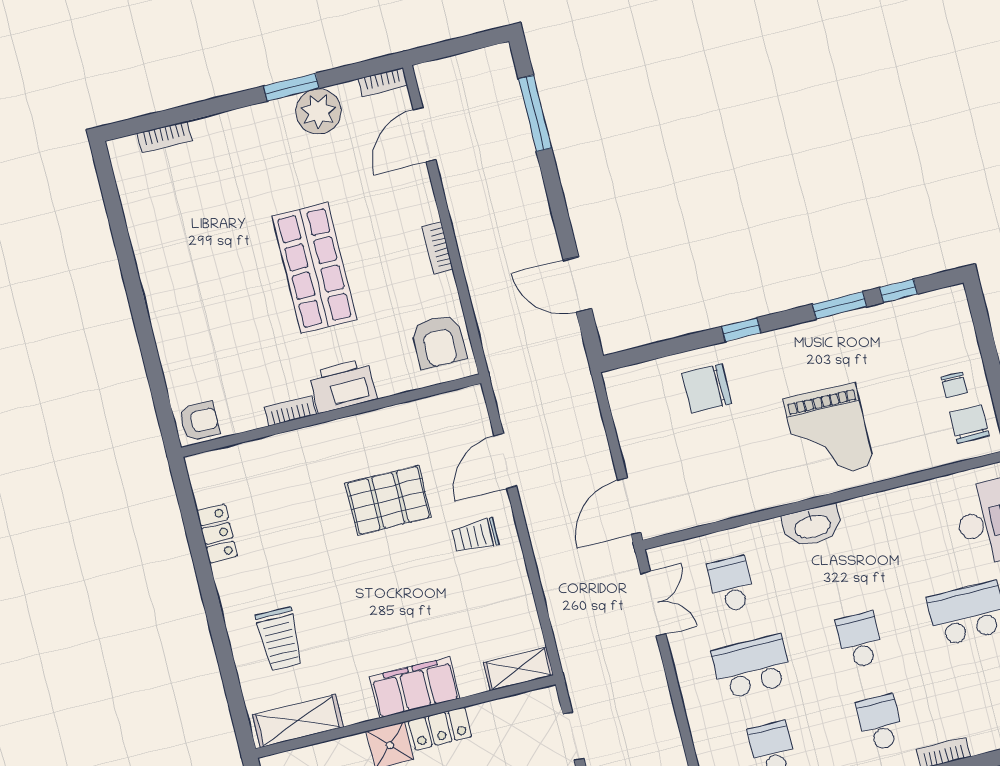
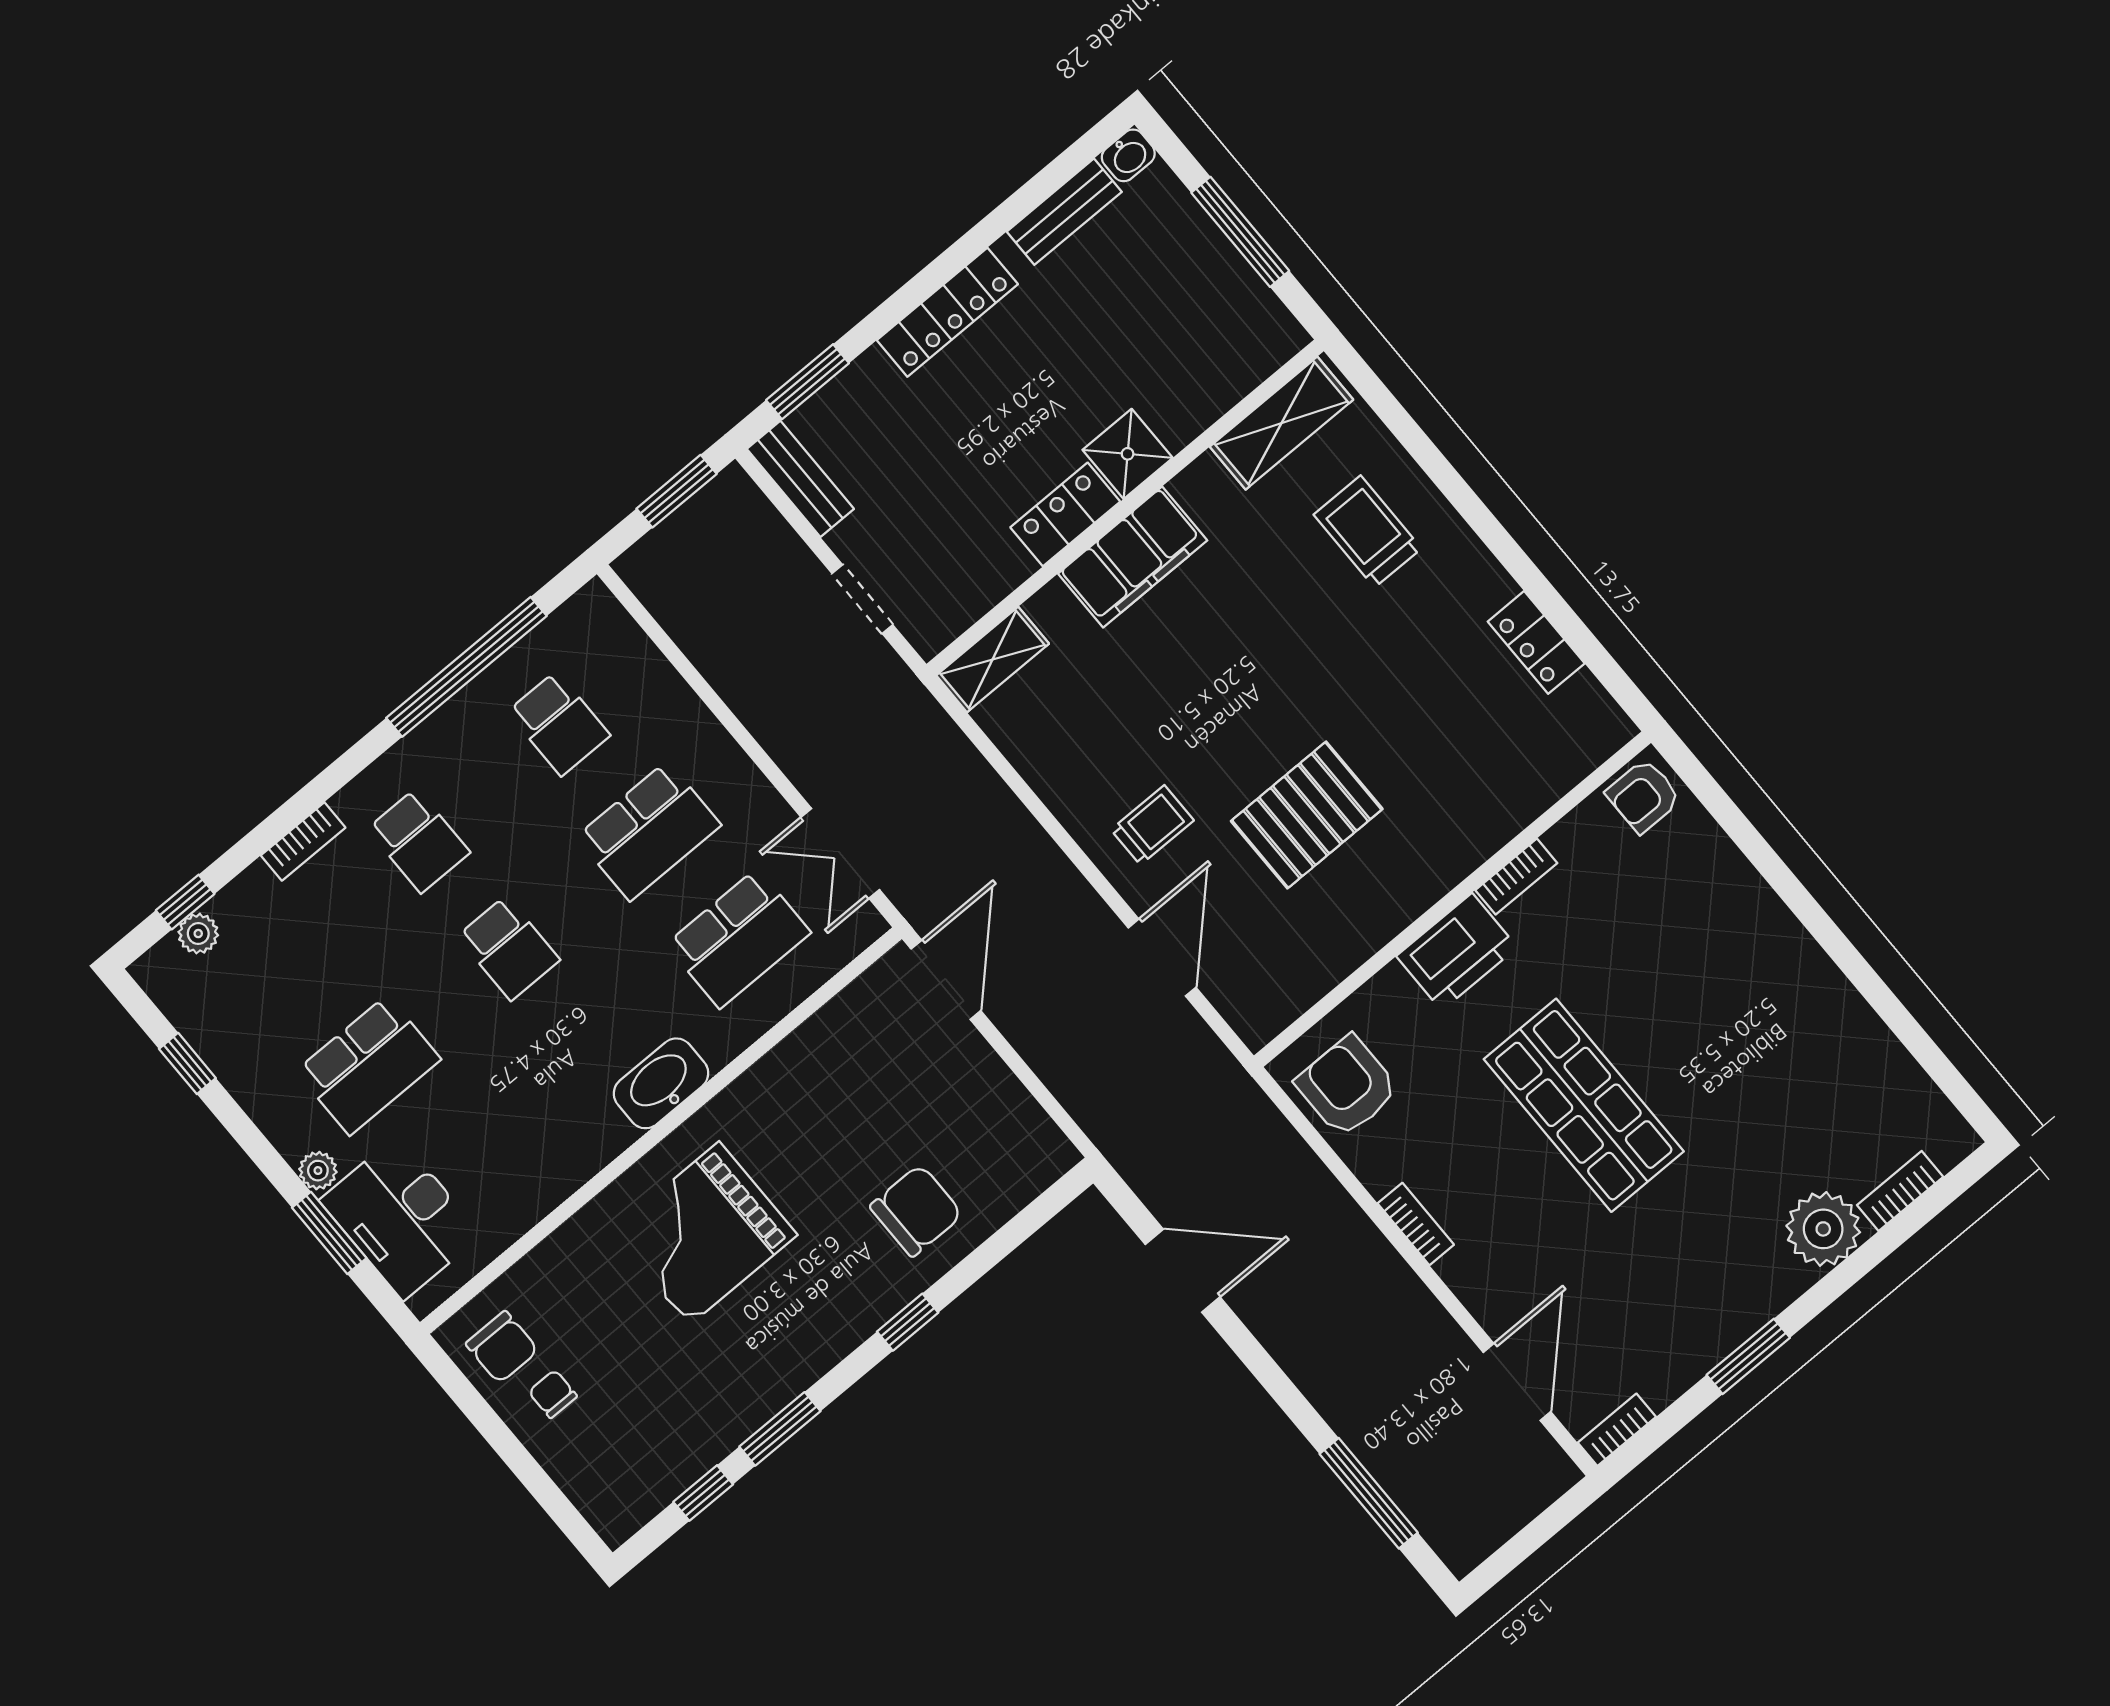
plant: (319, 111) -> (1823, 1229), moved
grand piano: (829, 432) -> (704, 1233), turned -91
school desk: (731, 584) -> (738, 938), width x1.85

